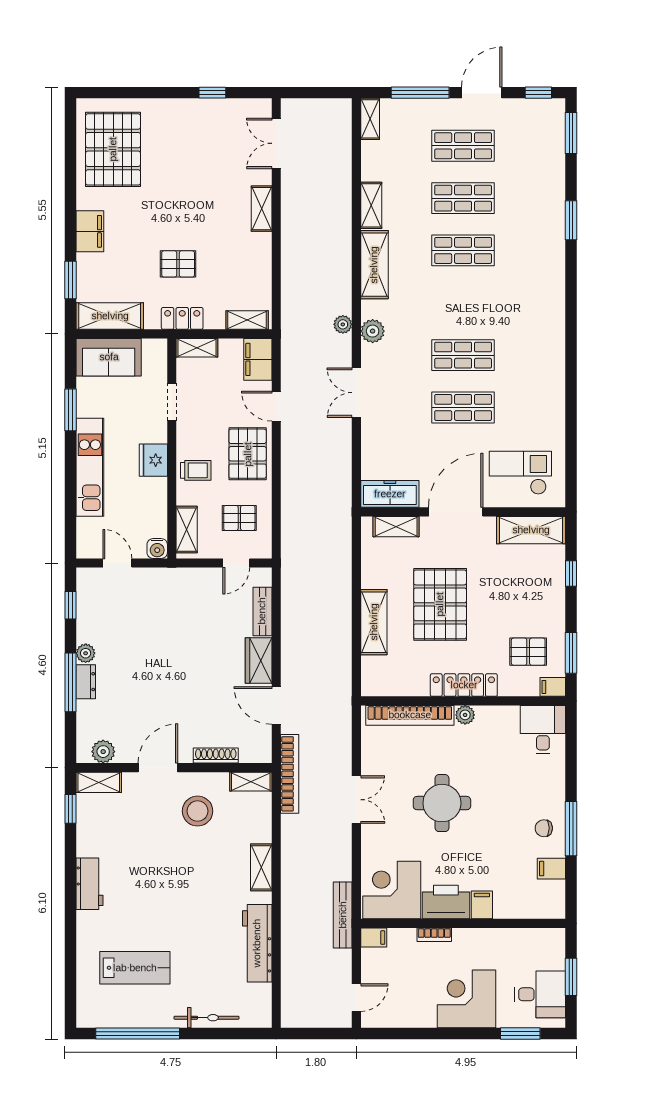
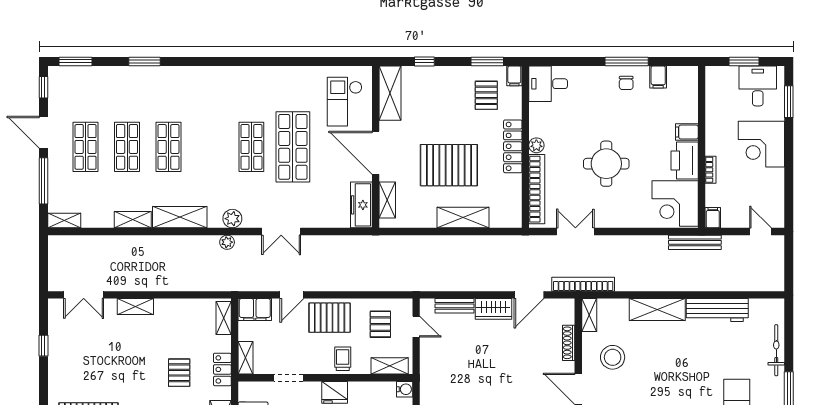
shop shelf: (463, 407) -> (293, 147), width x1.43, depth x1.36
double door: (356, 800) -> (575, 231), moved
shelving: (261, 867) -> (657, 310), width x1.50, depth x1.33

